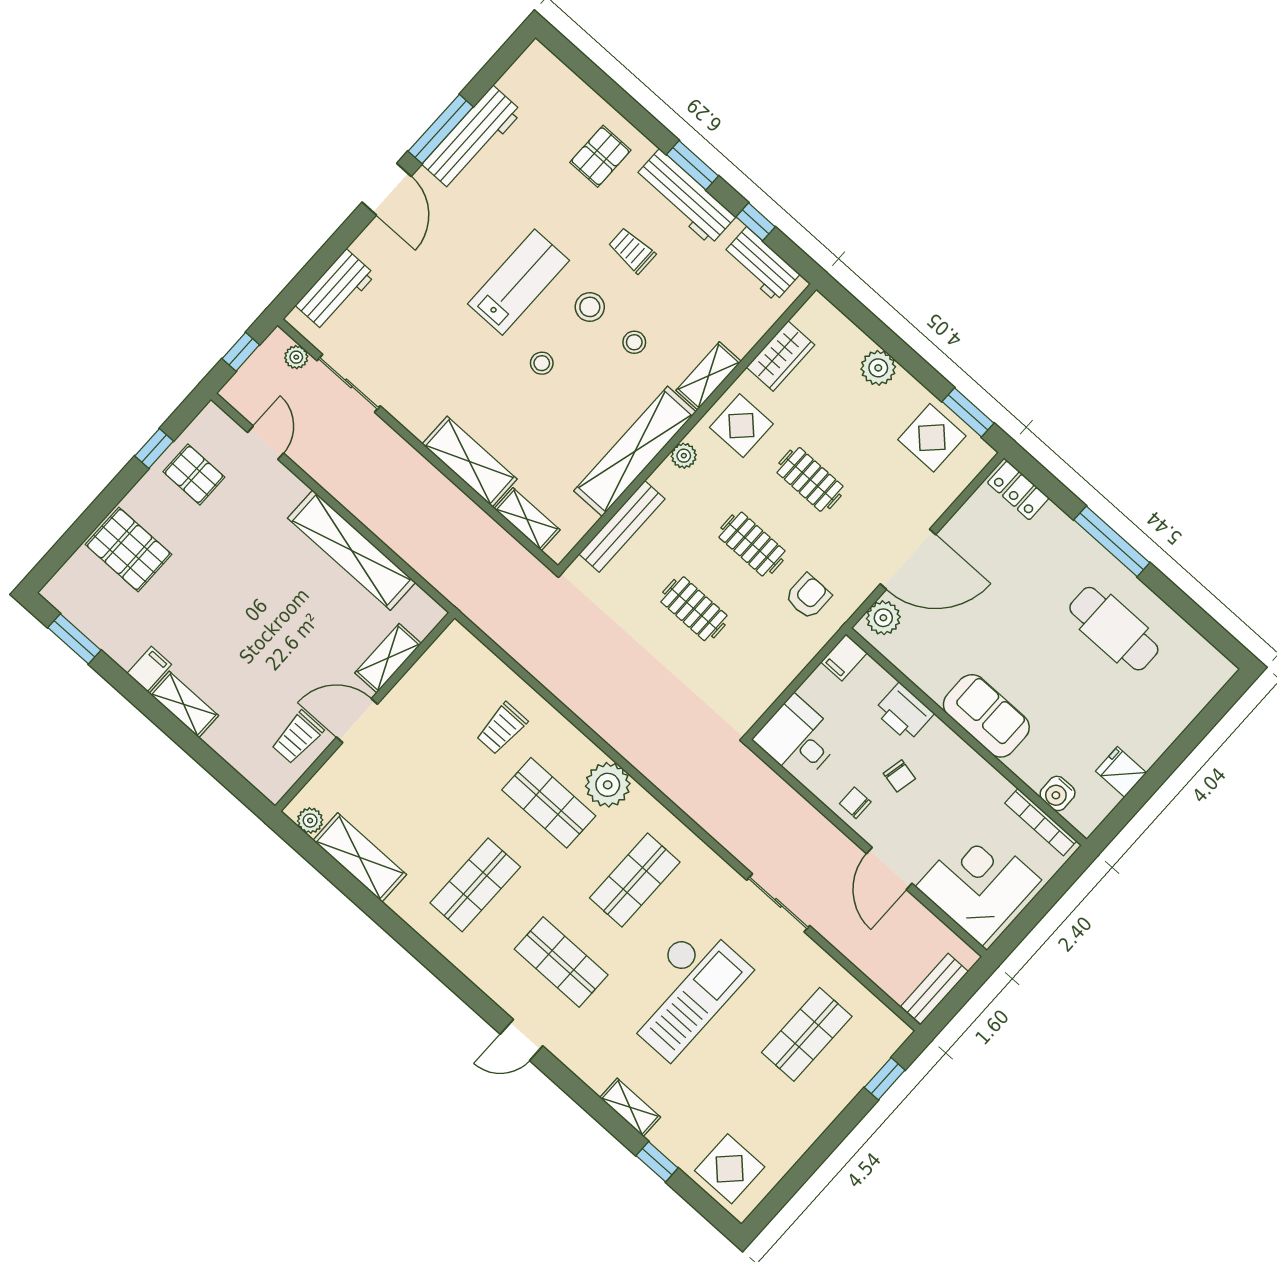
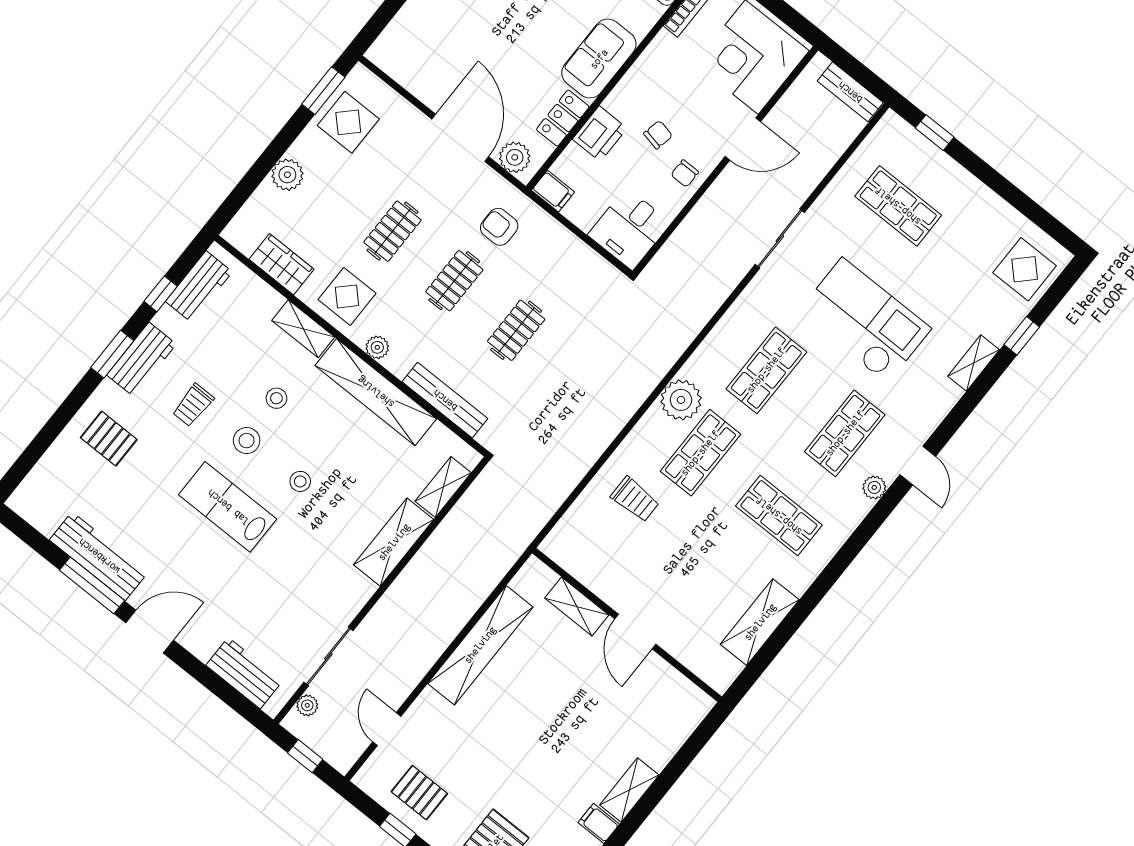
workbench: (685, 197) -> (142, 359), width x0.73
door: (265, 443) -> (387, 729), hinge flipped
pallet: (194, 474) -> (419, 793), turned 90
locker: (1018, 490) -> (563, 118), moved, turned 180
trolley: (297, 737) -> (653, 685), removed
plant: (310, 821) -> (874, 487), moved
shop shelf: (635, 880) -> (766, 370), turned 90

